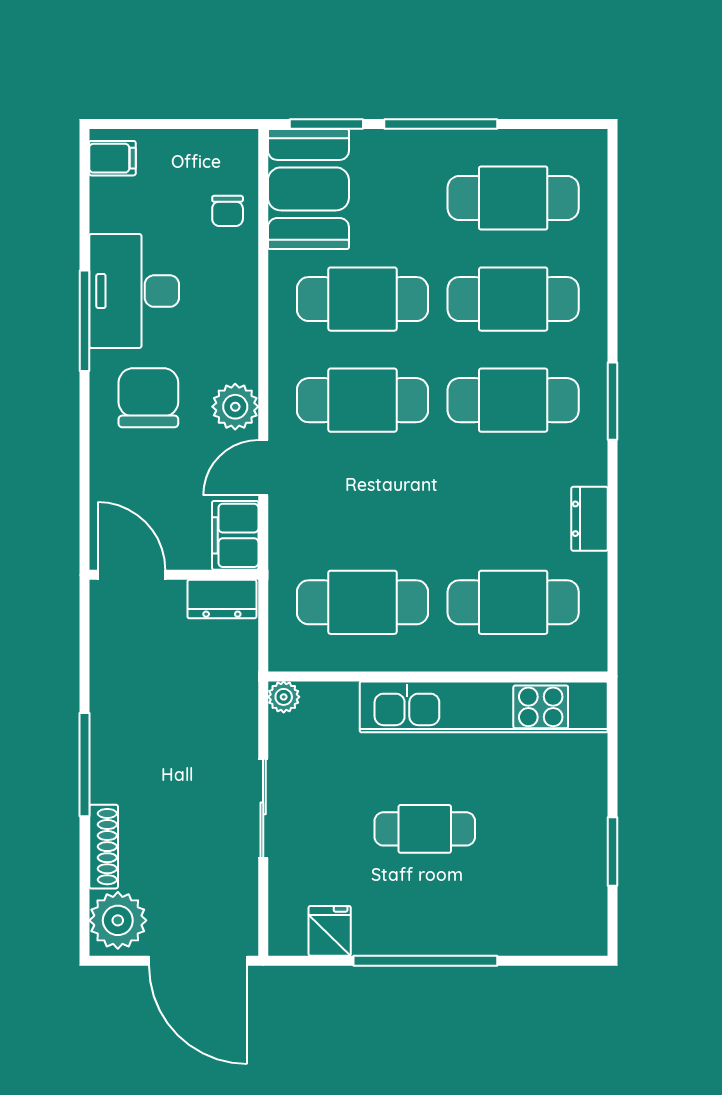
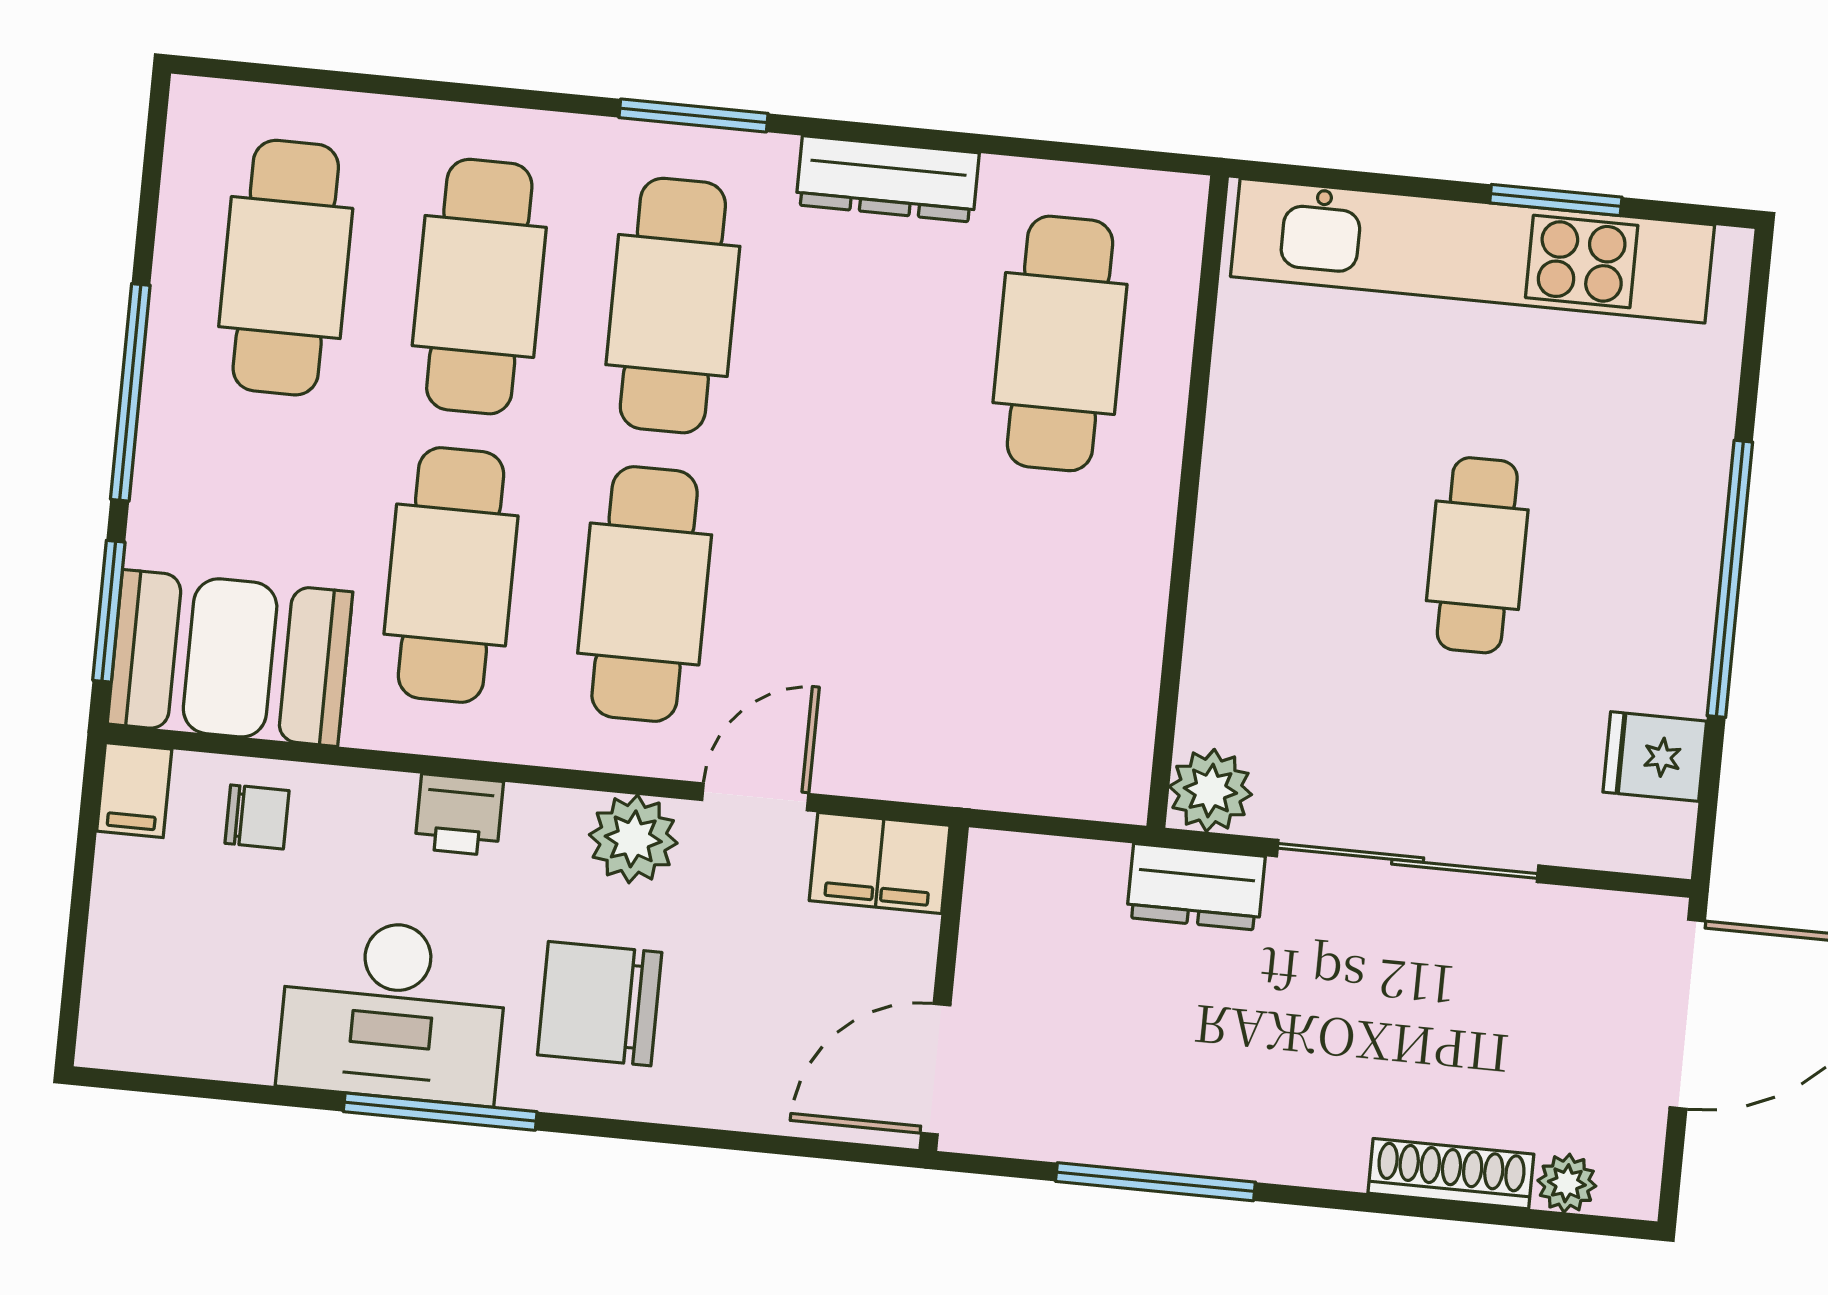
filing cabinet: (112, 158) -> (134, 790), moved, turned 180
printer: (239, 315) -> (459, 815), added
door: (263, 468) -> (755, 797), swing flipped
dresser: (590, 519) -> (887, 179), width x1.44
dresser: (222, 599) -> (1196, 887), moved, turned 90
cafe table: (363, 602) -> (1032, 632), removed
plant: (284, 697) -> (1210, 790), width x1.38, depth x1.38
kitchen unit: (484, 707) -> (1473, 251), moved, turned 90
window: (84, 765) -> (1155, 1182), moved
sliding door: (263, 808) -> (1408, 861), width x1.37
plant: (118, 920) -> (1567, 1183), width x0.53, depth x0.53

